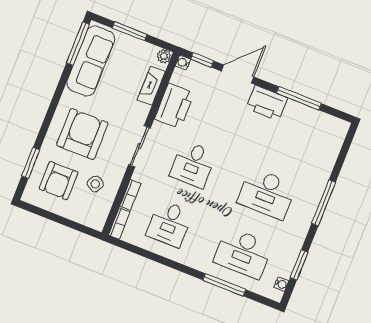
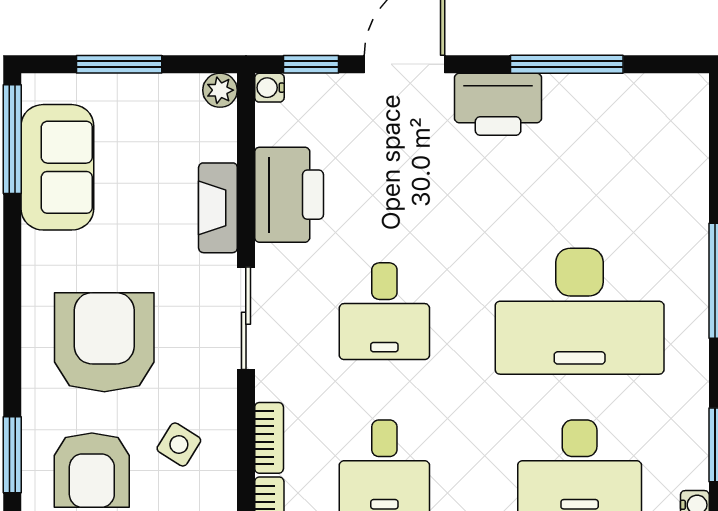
sofa: (91, 61) -> (57, 167), width x0.73
fireplace: (151, 86) -> (218, 208), moved
desk: (267, 194) -> (580, 311), width x1.36, depth x1.30

